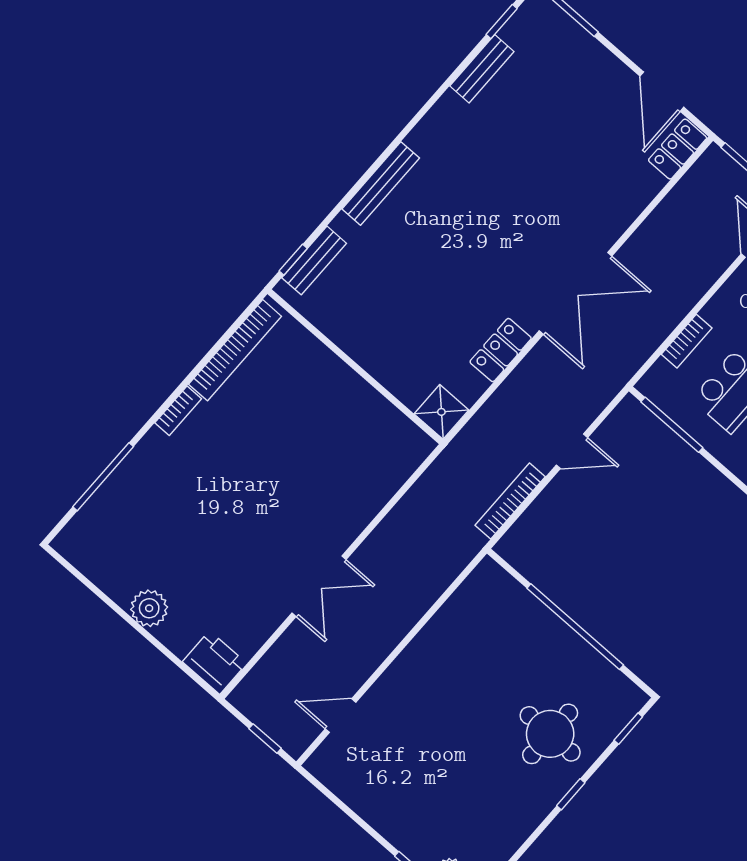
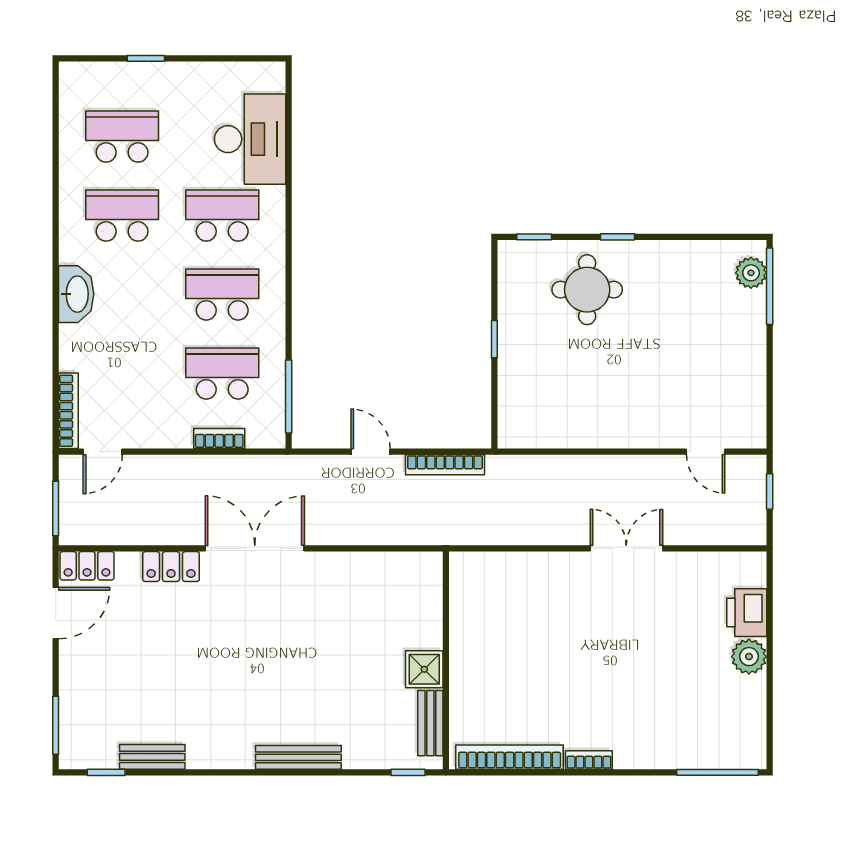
bench: (314, 260) -> (430, 723), moved, turned 90
locker: (501, 350) -> (171, 567), moved
shower: (441, 412) -> (424, 669), moved
window: (103, 477) -> (717, 772), moved
window: (575, 627) -> (494, 339), width x0.32
printer: (215, 663) -> (747, 613), moved

